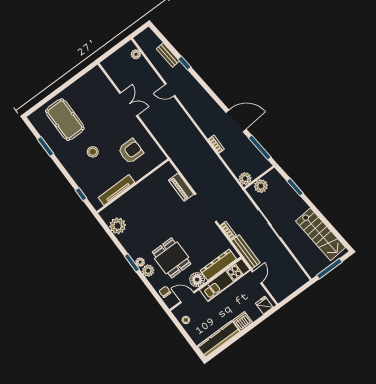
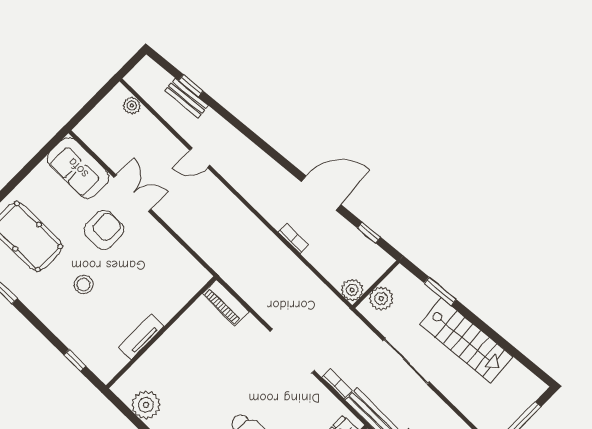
window: (184, 63) -> (191, 86), moved
sofa: (100, 85) -> (78, 168), added
window: (260, 147) -> (369, 233), width x0.46
armchair: (131, 151) -> (104, 230), moved
piano: (181, 187) -> (226, 303), moved
tv unit: (116, 190) -> (141, 337), width x0.71
stairs: (321, 234) -> (466, 340), moved

